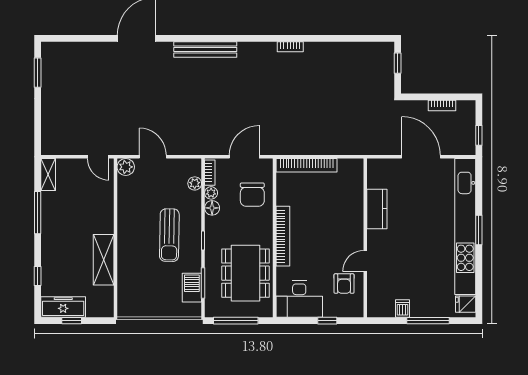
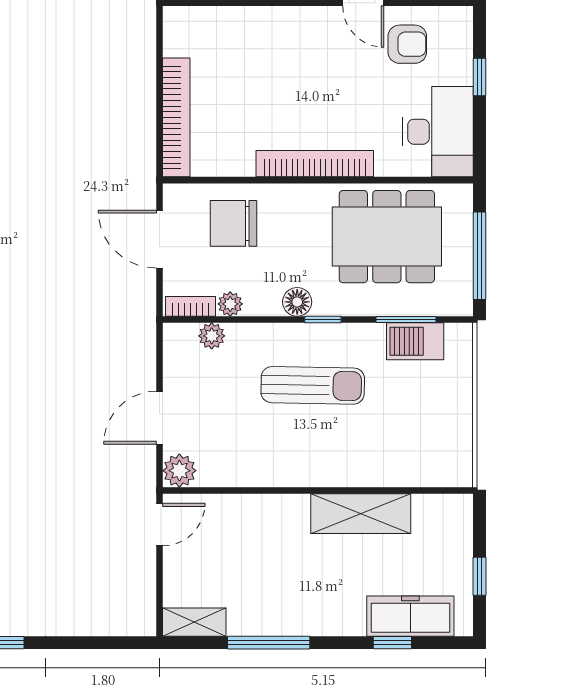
chair: (252, 195) -> (233, 223), turned 180
floor lamp: (212, 208) -> (297, 302), moved
freezer: (63, 307) -> (410, 616), moved, turned 90

